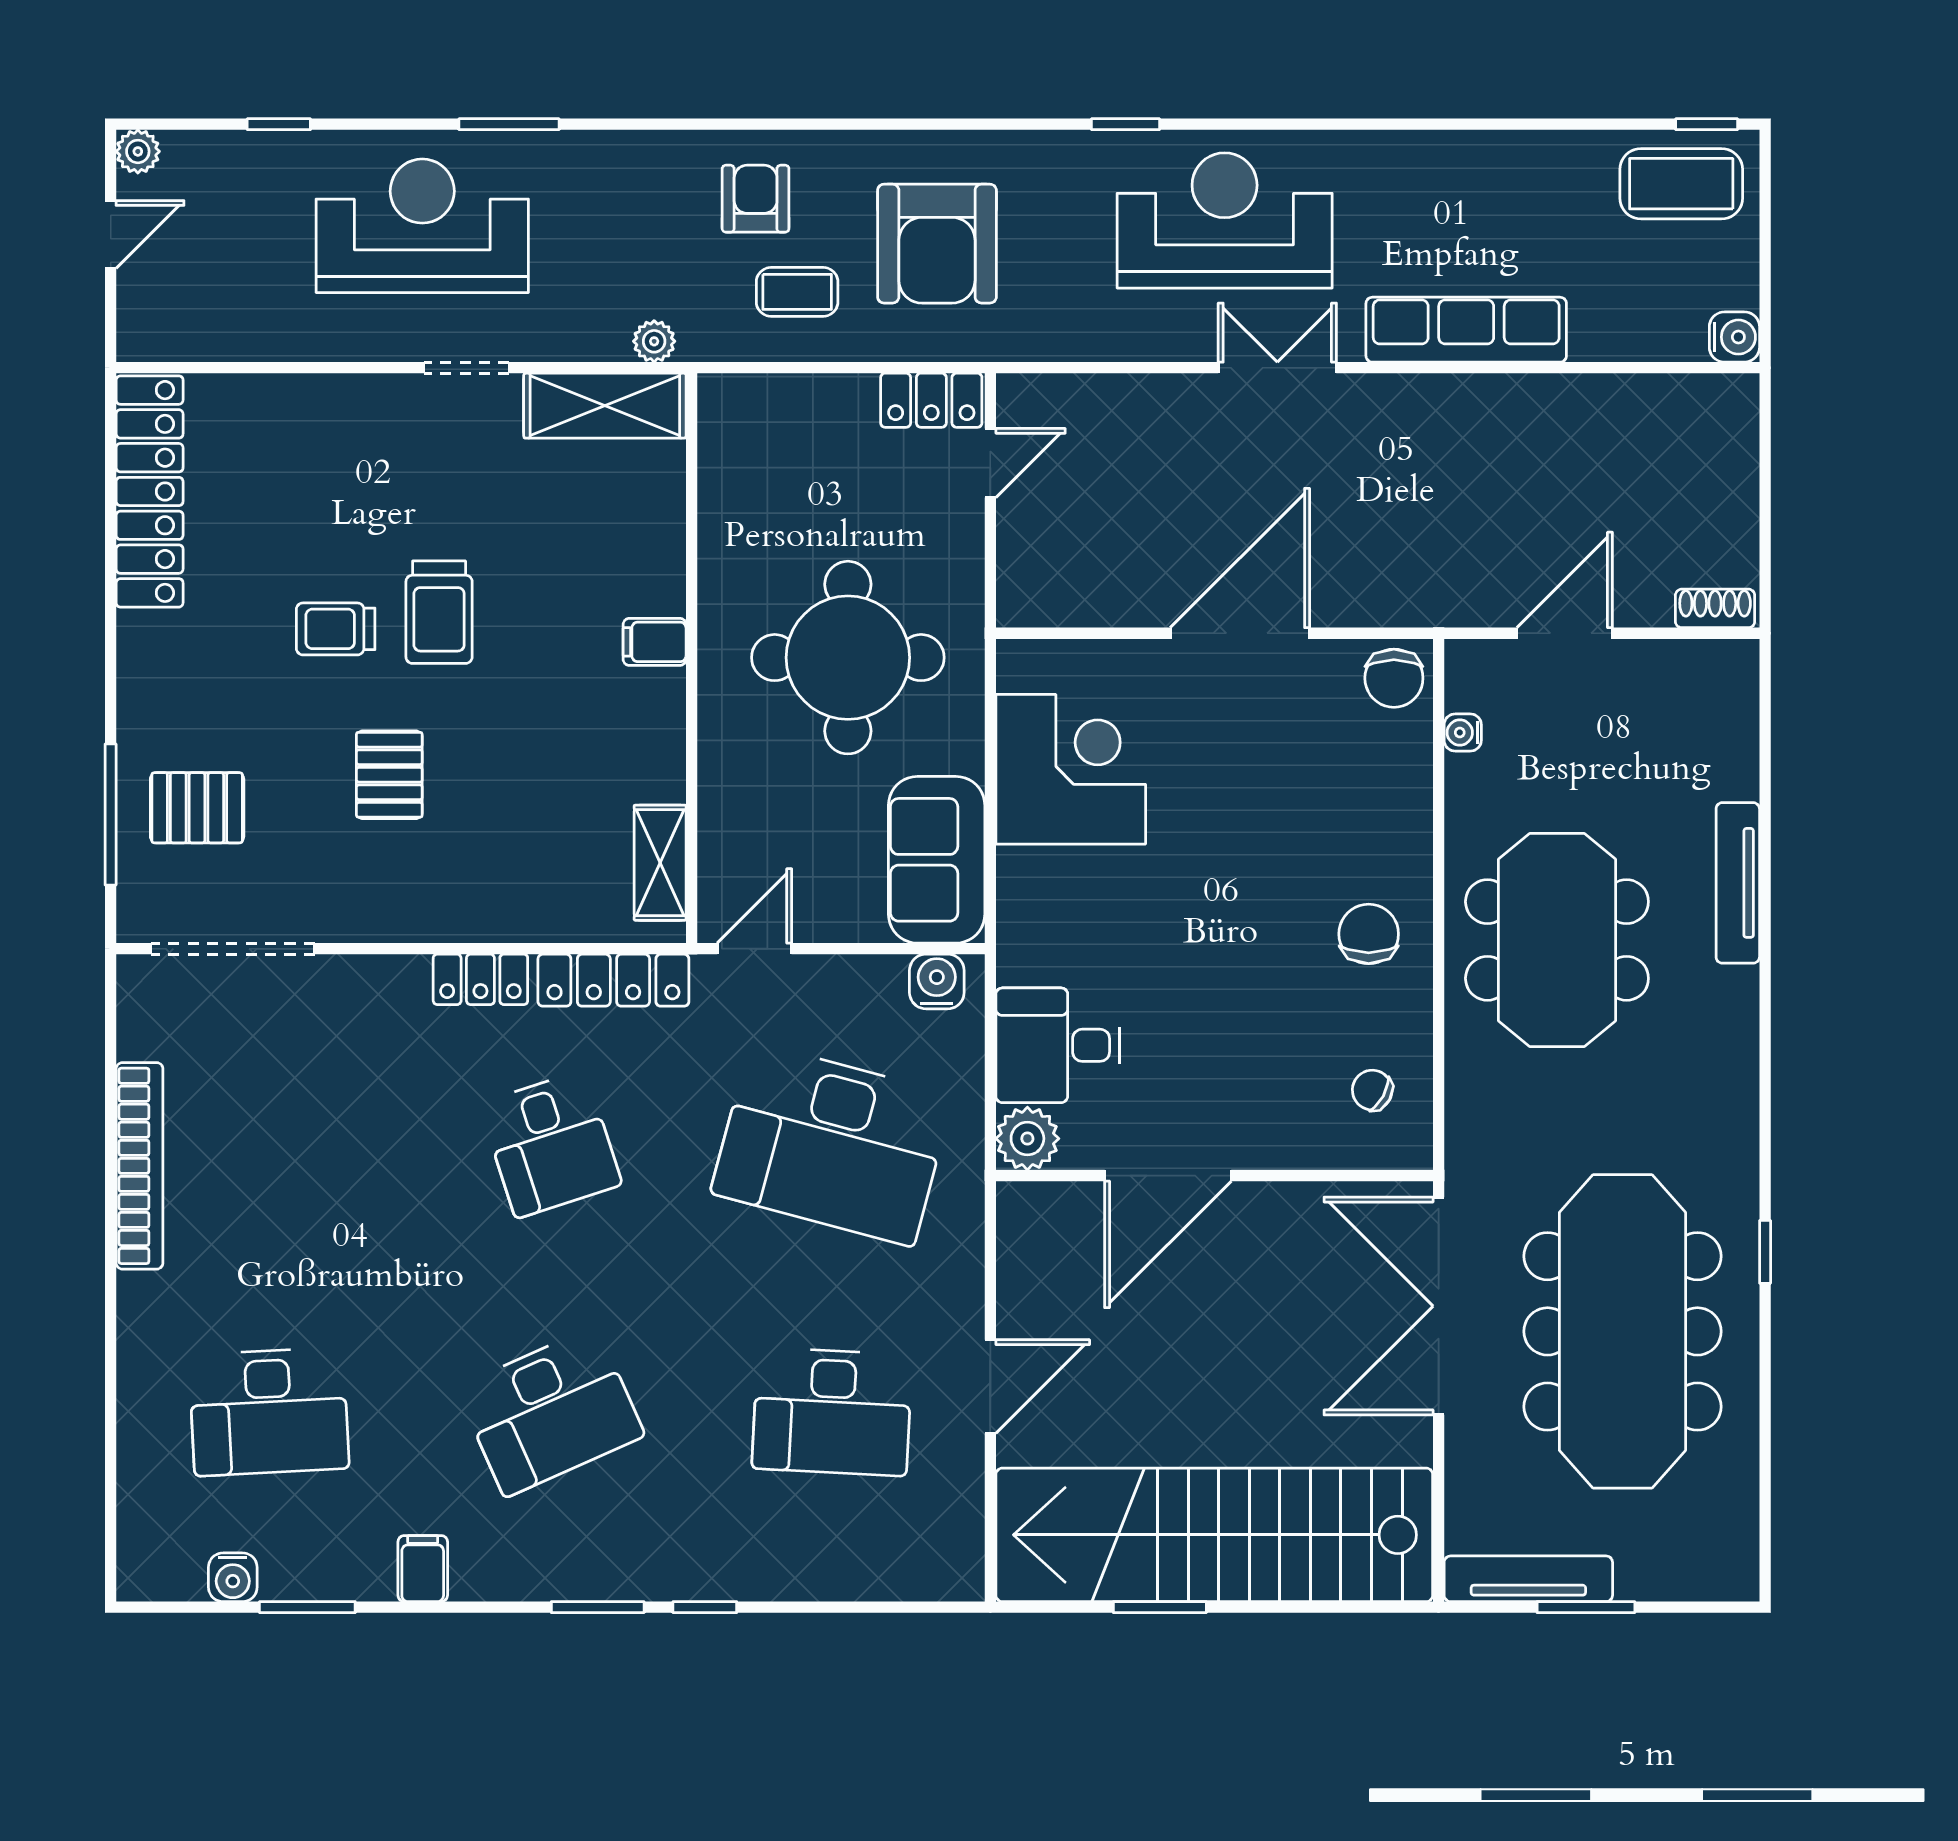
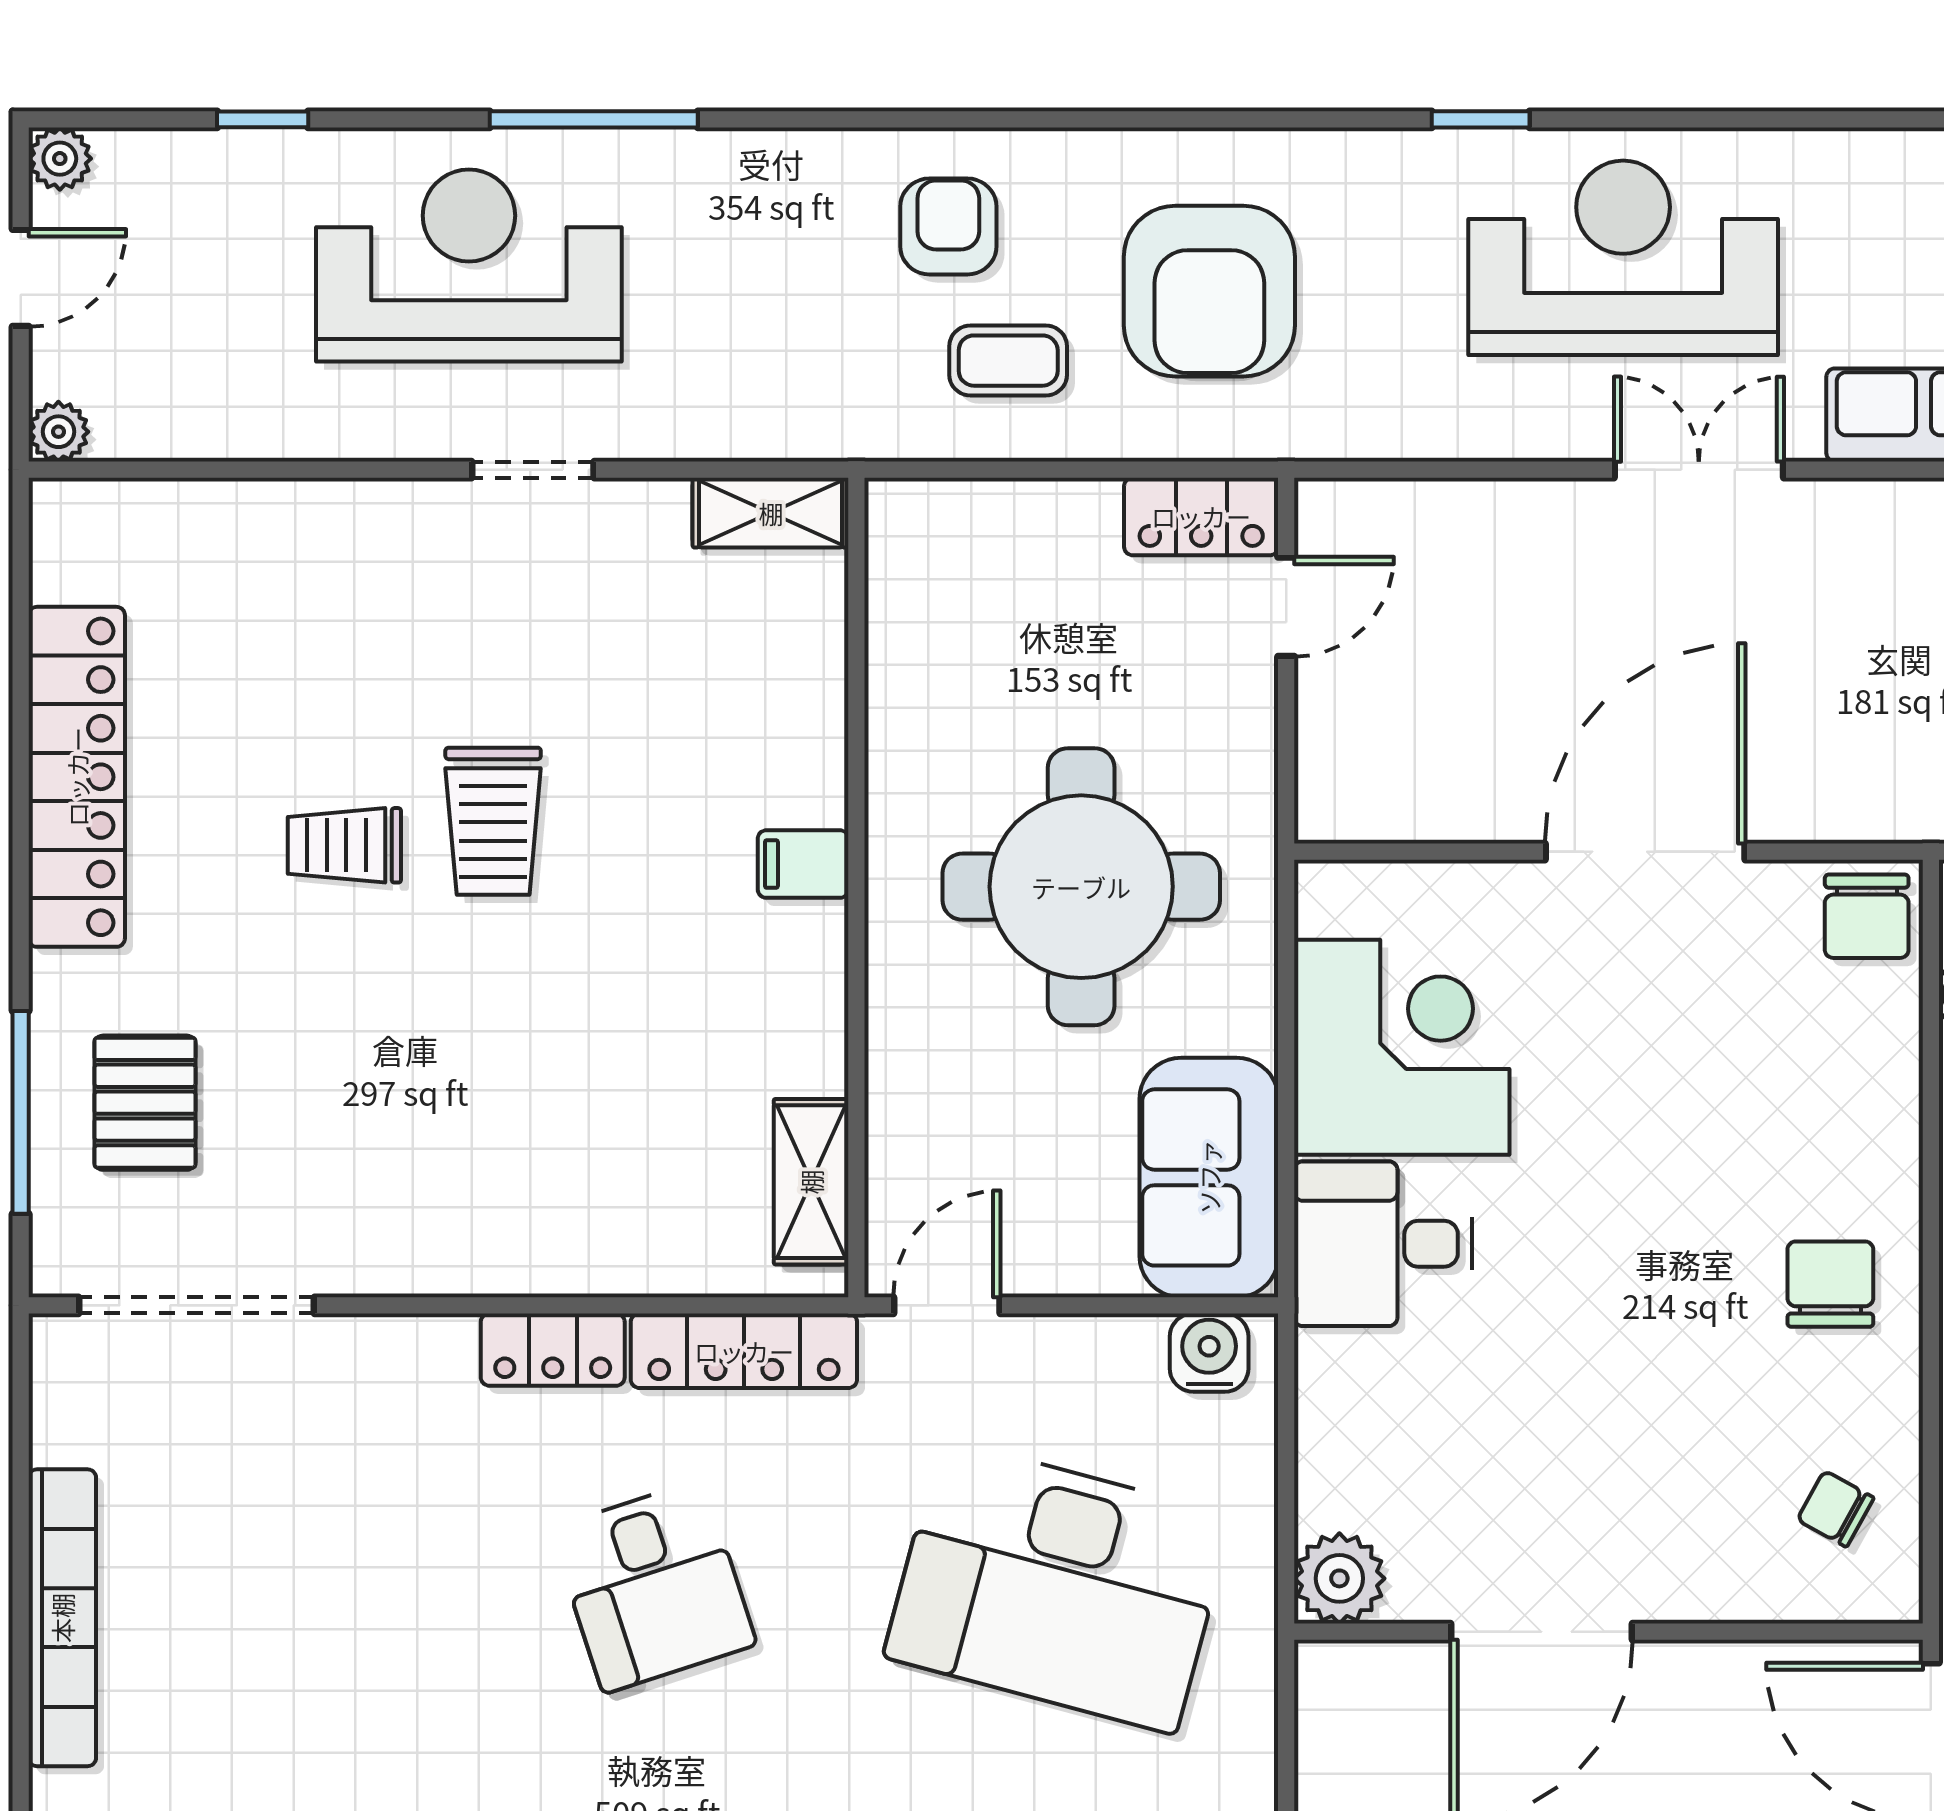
window: (509, 124) -> (594, 119), width x1.44
plant: (654, 341) -> (58, 432), moved
shelving: (605, 406) -> (771, 513), width x0.67, depth x0.75
locker: (150, 491) -> (77, 777), moved
pallet: (389, 775) -> (422, 1055), removed
pallet: (197, 808) -> (145, 1103), turned 90
desk: (1058, 1045) -> (1383, 1244), moved

